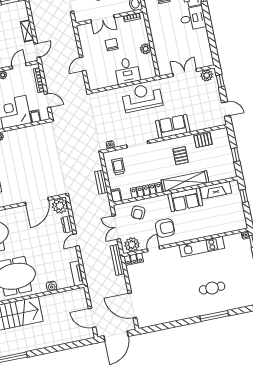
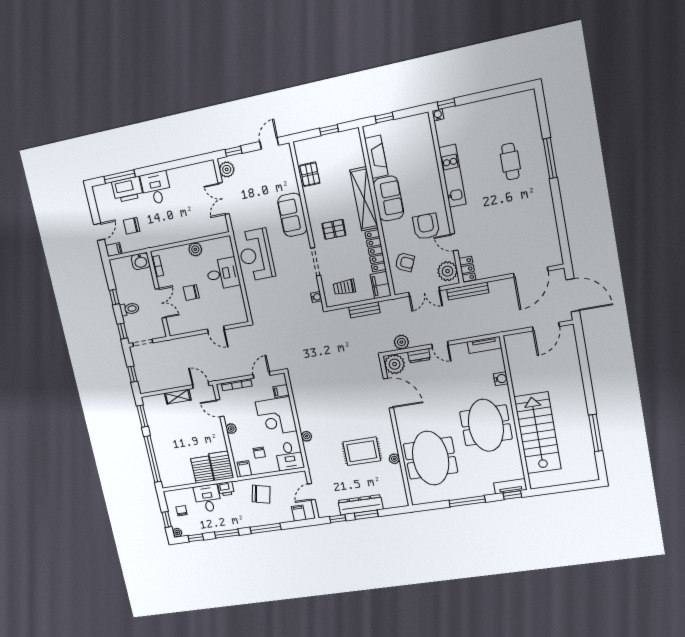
pallet: (181, 156) -> (334, 229), moved
filing cabinet: (116, 195) -> (381, 285), width x2.00
plant: (77, 211) -> (401, 342), added

